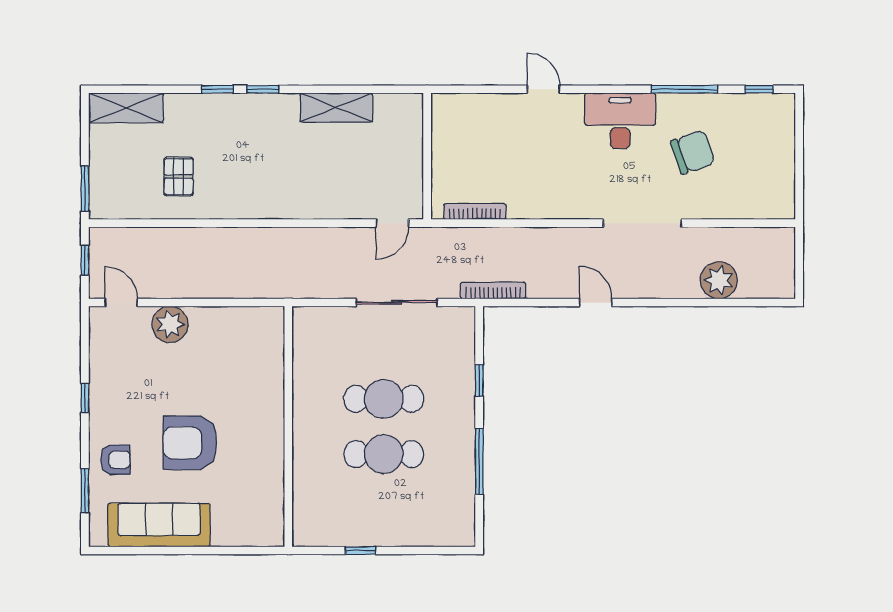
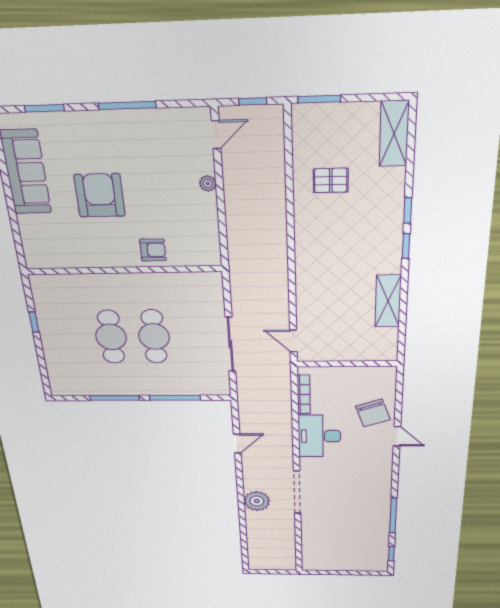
door: (543, 89) -> (397, 436), hinge flipped
desk: (620, 121) -> (319, 436), moved, turned 180
chair: (693, 152) -> (373, 413), moved
plant: (719, 280) -> (257, 501), moved
bookcase: (493, 290) -> (244, 406), removed
door: (596, 303) -> (237, 443), moved
plant: (170, 324) -> (208, 183), width x0.53, depth x0.53
window: (479, 381) -> (175, 398), width x2.17
window: (85, 398) -> (127, 105), width x2.17
armchair: (116, 460) -> (153, 250), moved, turned -90

